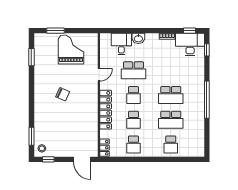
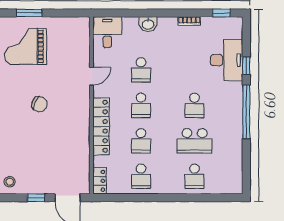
desk: (121, 44) -> (107, 32), moved
desk: (190, 44) -> (227, 60), moved, turned 90
grand piano: (71, 49) -> (26, 46), moved, turned -90
window: (207, 50) -> (246, 66), moved
school desk: (133, 70) -> (141, 70), width x0.54
school desk: (171, 95) -> (195, 105), width x0.54
window: (48, 159) -> (36, 198), moved

